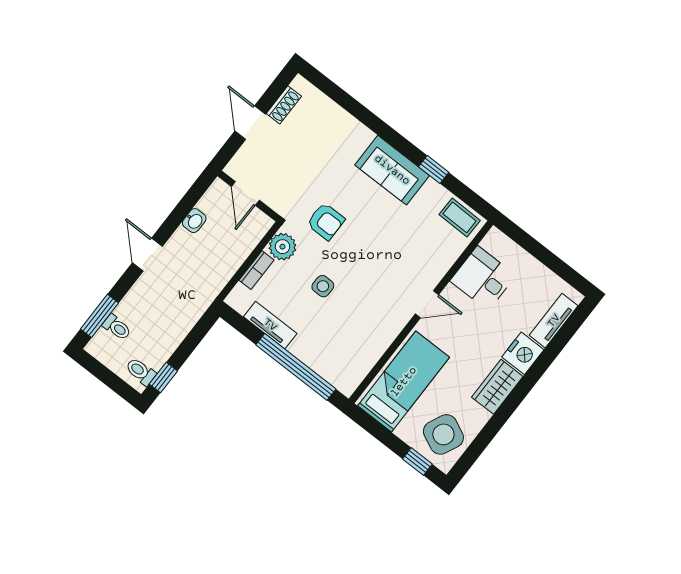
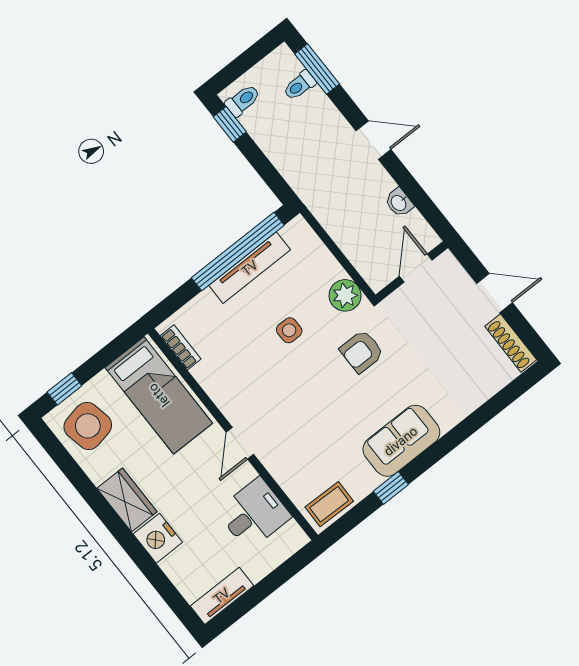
shoe rack: (284, 105) -> (511, 343), width x1.43
door: (245, 193) -> (416, 268), hinge flipped
bookcase: (256, 270) -> (181, 347), moved, turned 180
tv unit: (554, 321) -> (222, 596), moved, turned -90
tv unit: (270, 325) -> (250, 268), width x1.41
window: (296, 367) -> (238, 251), moved
side table: (443, 434) -> (88, 426), turned -36

